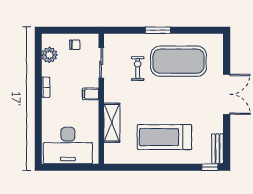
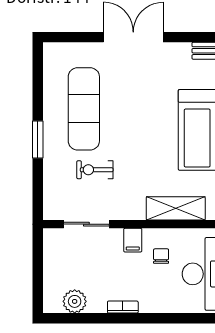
chair: (75, 45) -> (161, 256), moved
exercise mat: (179, 61) -> (84, 109), width x0.68

